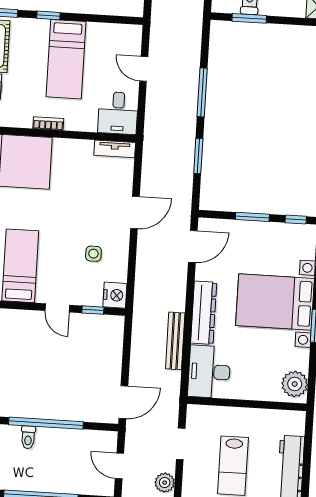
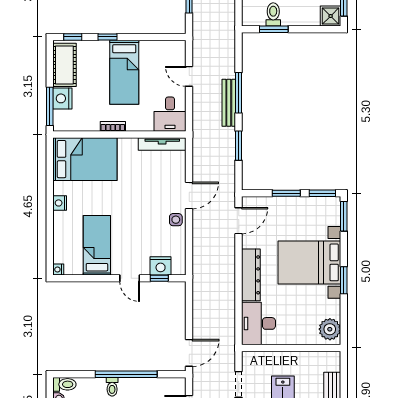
tv unit: (115, 149) -> (162, 144), width x1.41
window: (296, 220) -> (322, 193), width x1.50
side table: (93, 254) -> (176, 220), moved
nightstand: (115, 295) -> (161, 266), moved, turned 90
bench: (175, 341) -> (229, 103), moved

